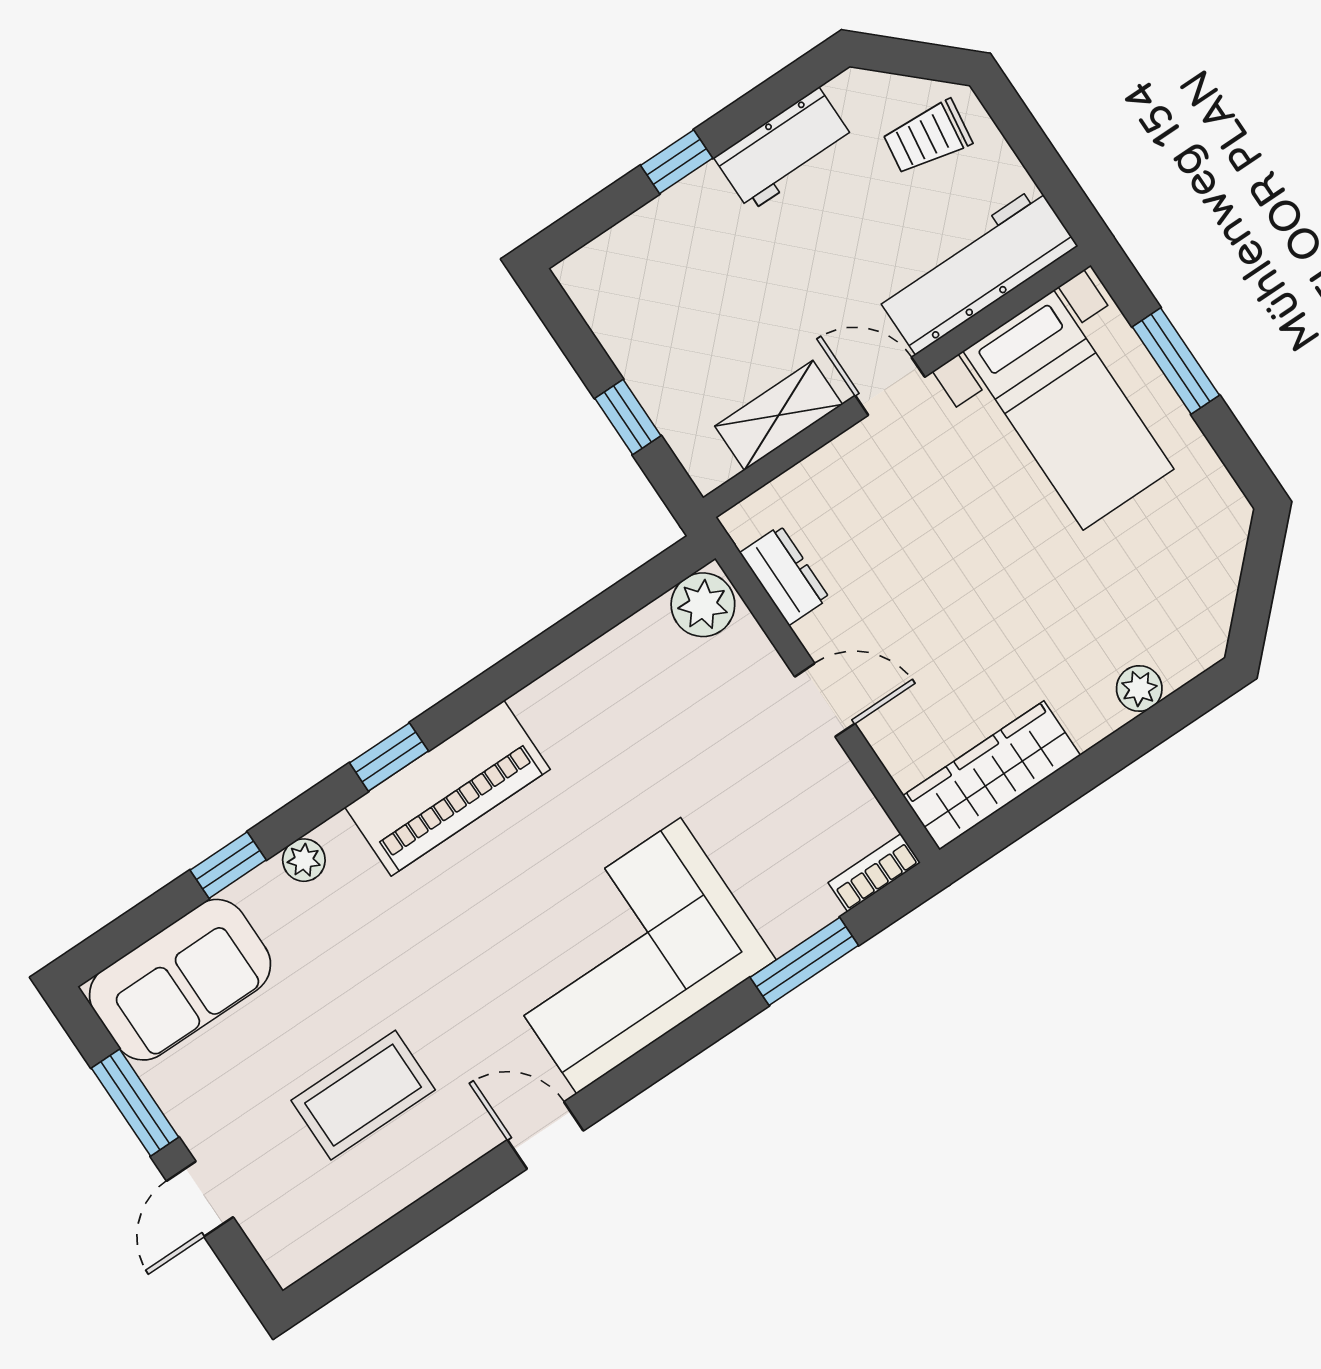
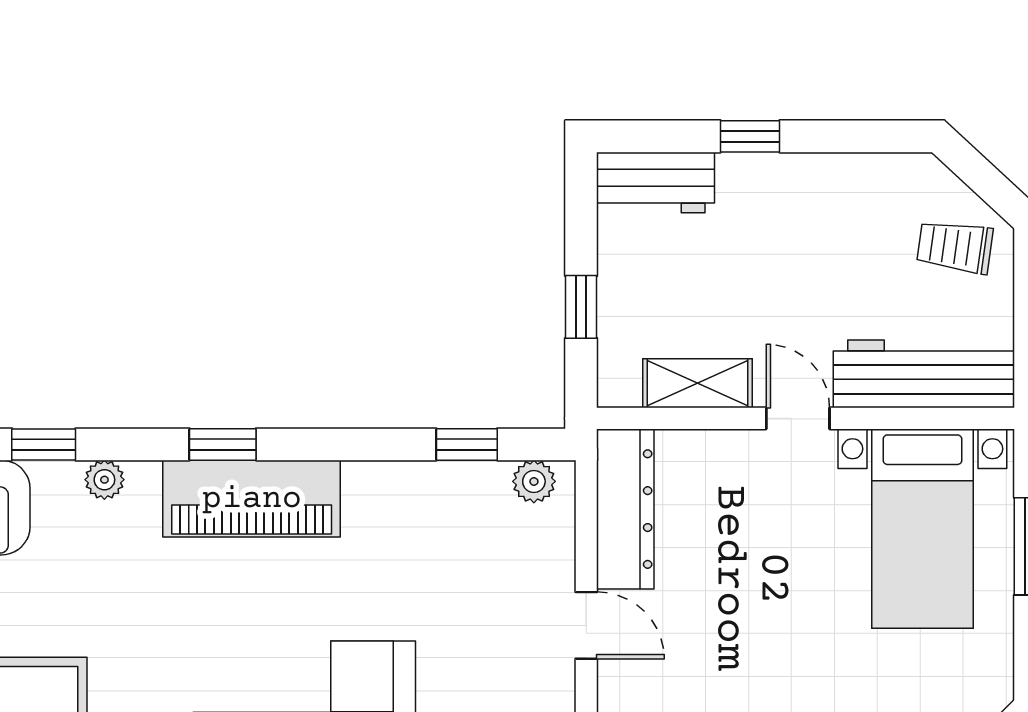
workbench: (784, 149) -> (655, 182), moved
dresser: (785, 575) -> (625, 509), width x1.96, depth x1.24
plant: (703, 605) -> (534, 481), width x0.73, depth x0.73
window: (608, 610) -> (467, 444), added

